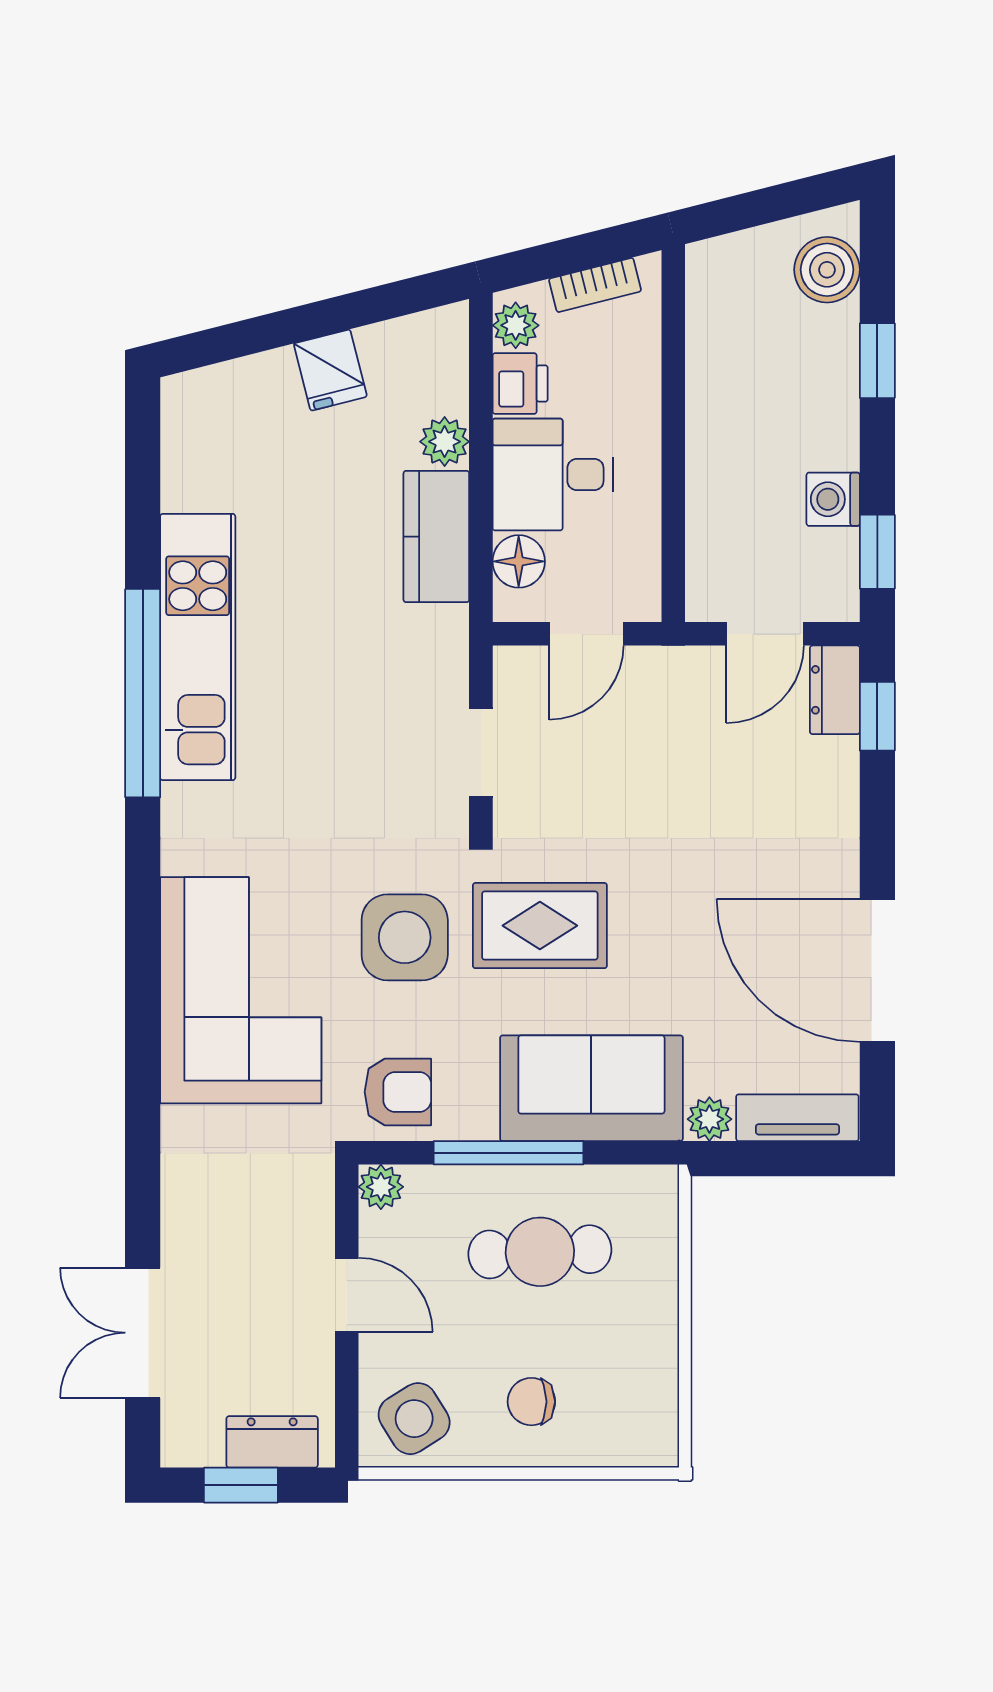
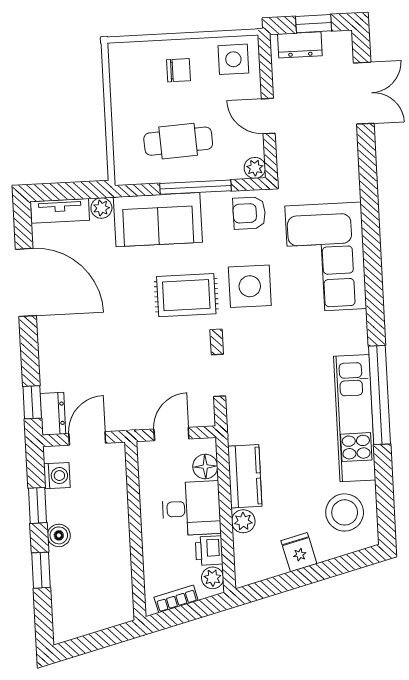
boiler: (827, 270) -> (59, 535), moved, width x0.73, depth x0.73
stool: (229, 449) -> (345, 512), added
washing machine: (833, 499) -> (57, 476), moved
window: (877, 552) -> (38, 505), moved
side table: (414, 1419) -> (233, 59), turned 32

